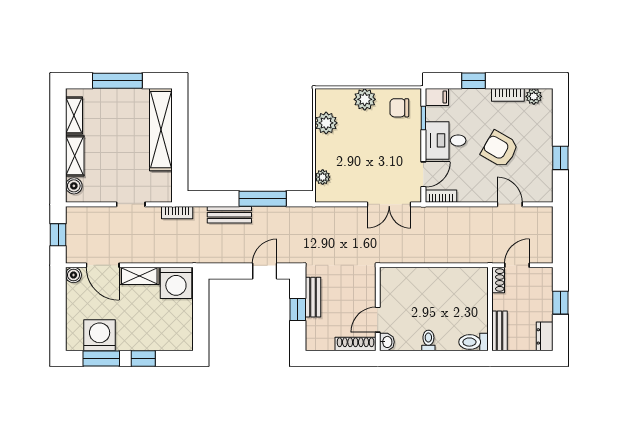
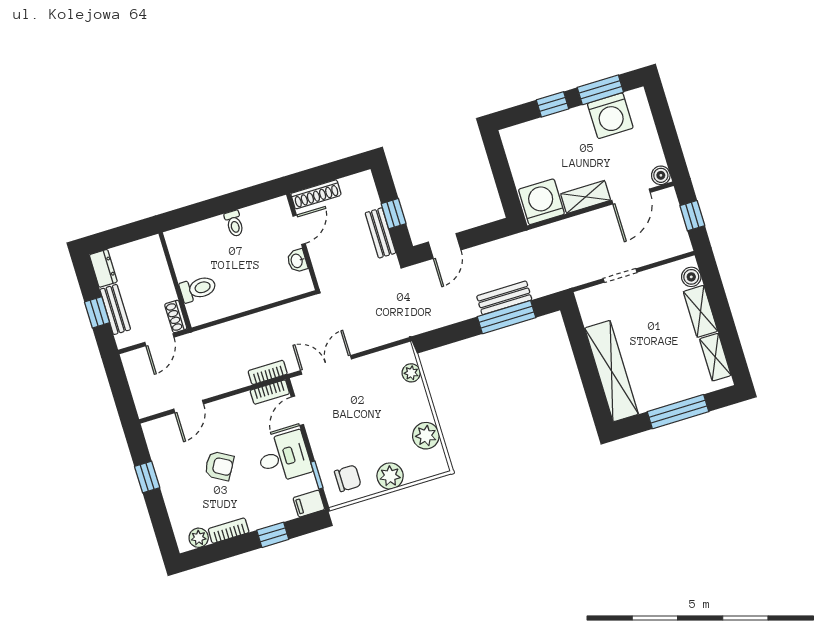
armchair: (500, 149) -> (219, 466), width x0.72, depth x0.72
window: (263, 199) -> (507, 317), moved
door: (510, 204) -> (189, 407), hinge flipped
bookcase: (177, 213) -> (268, 372), moved
door: (103, 265) -> (631, 196), swing flipped
bench: (500, 331) -> (115, 309), moved
washbasin: (387, 342) -> (297, 261), moved
toilet: (473, 342) -> (198, 289), moved

